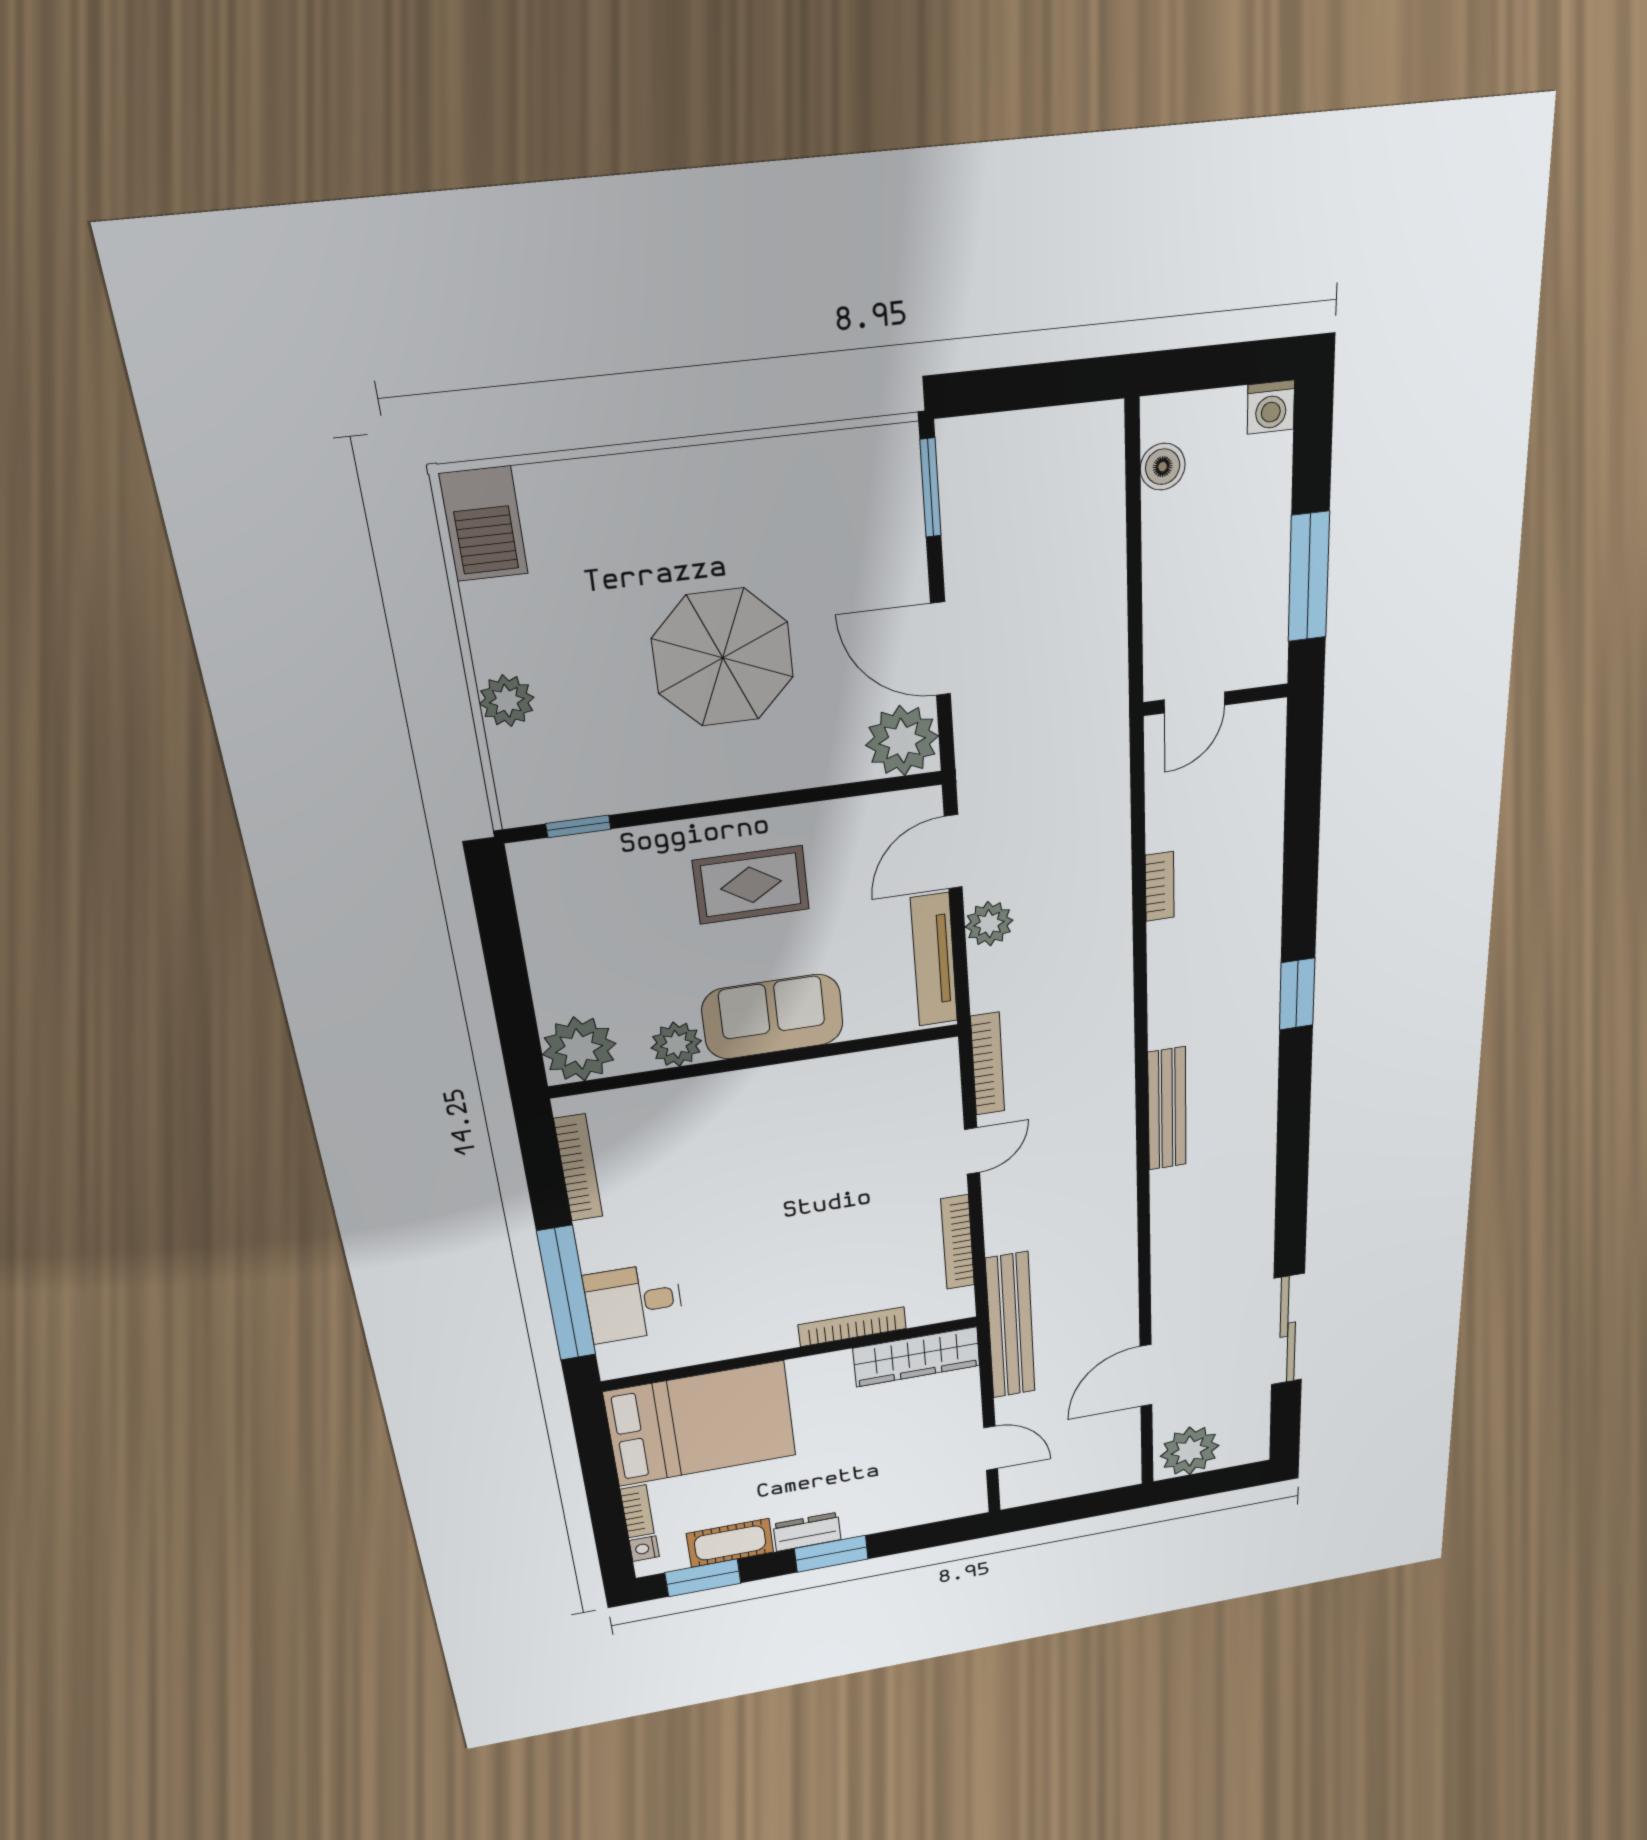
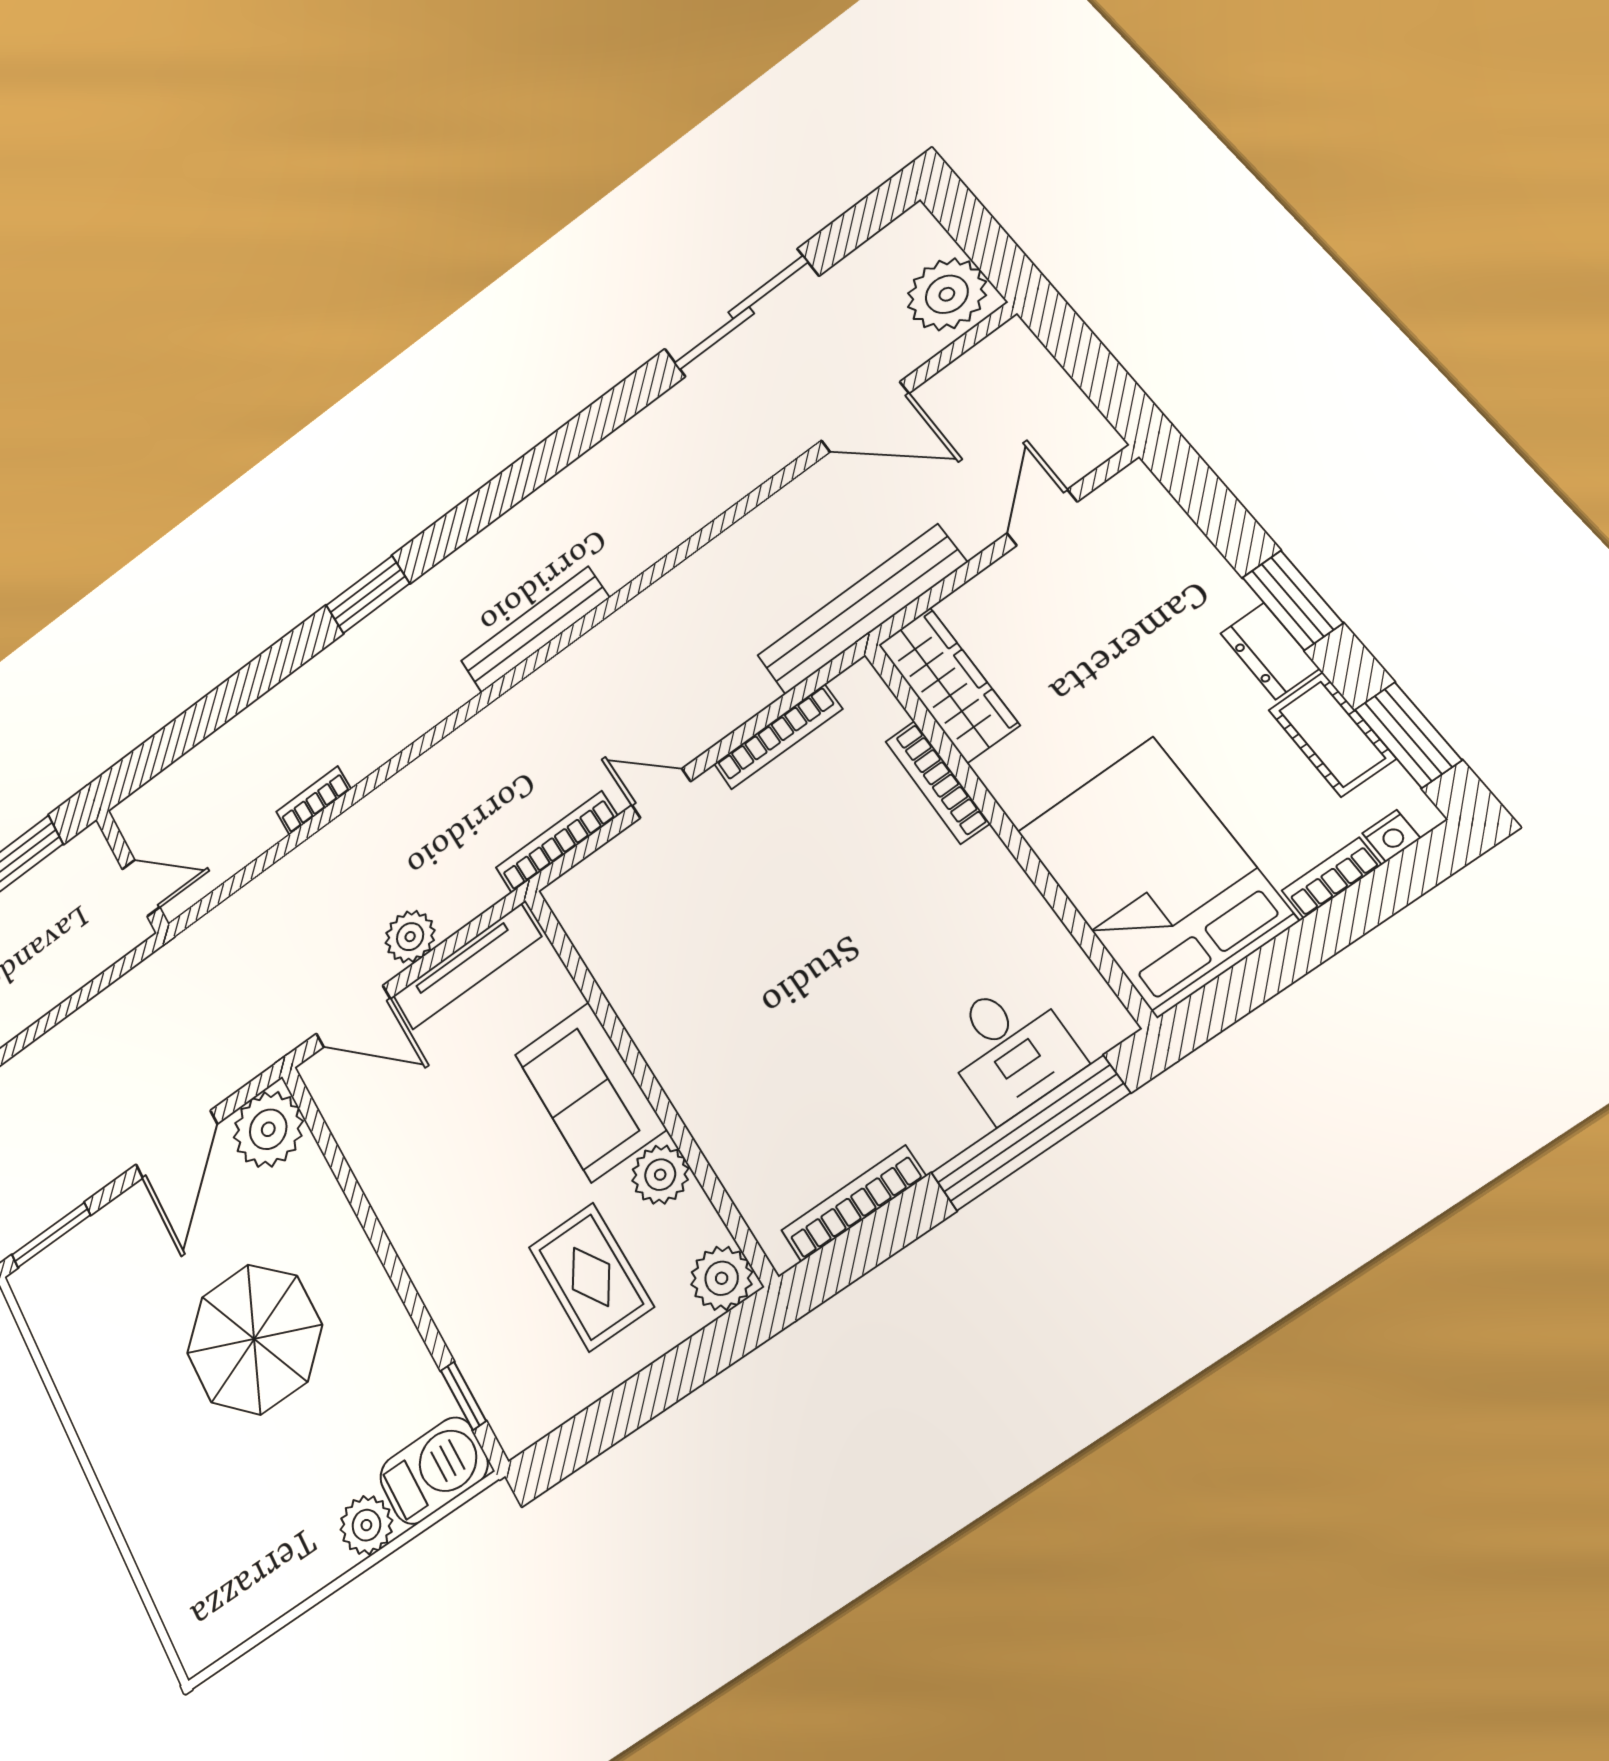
barbecue: (484, 524) -> (434, 1470), moved
rug: (751, 885) -> (591, 1277), moved
plant: (579, 1049) -> (722, 1278), width x0.73, depth x0.73

